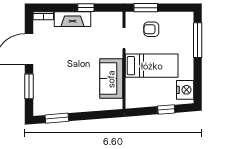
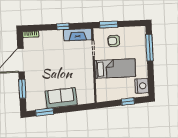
fireplace: (73, 19) -> (78, 35), moved
sofa: (111, 79) -> (61, 98), moved, turned 85

